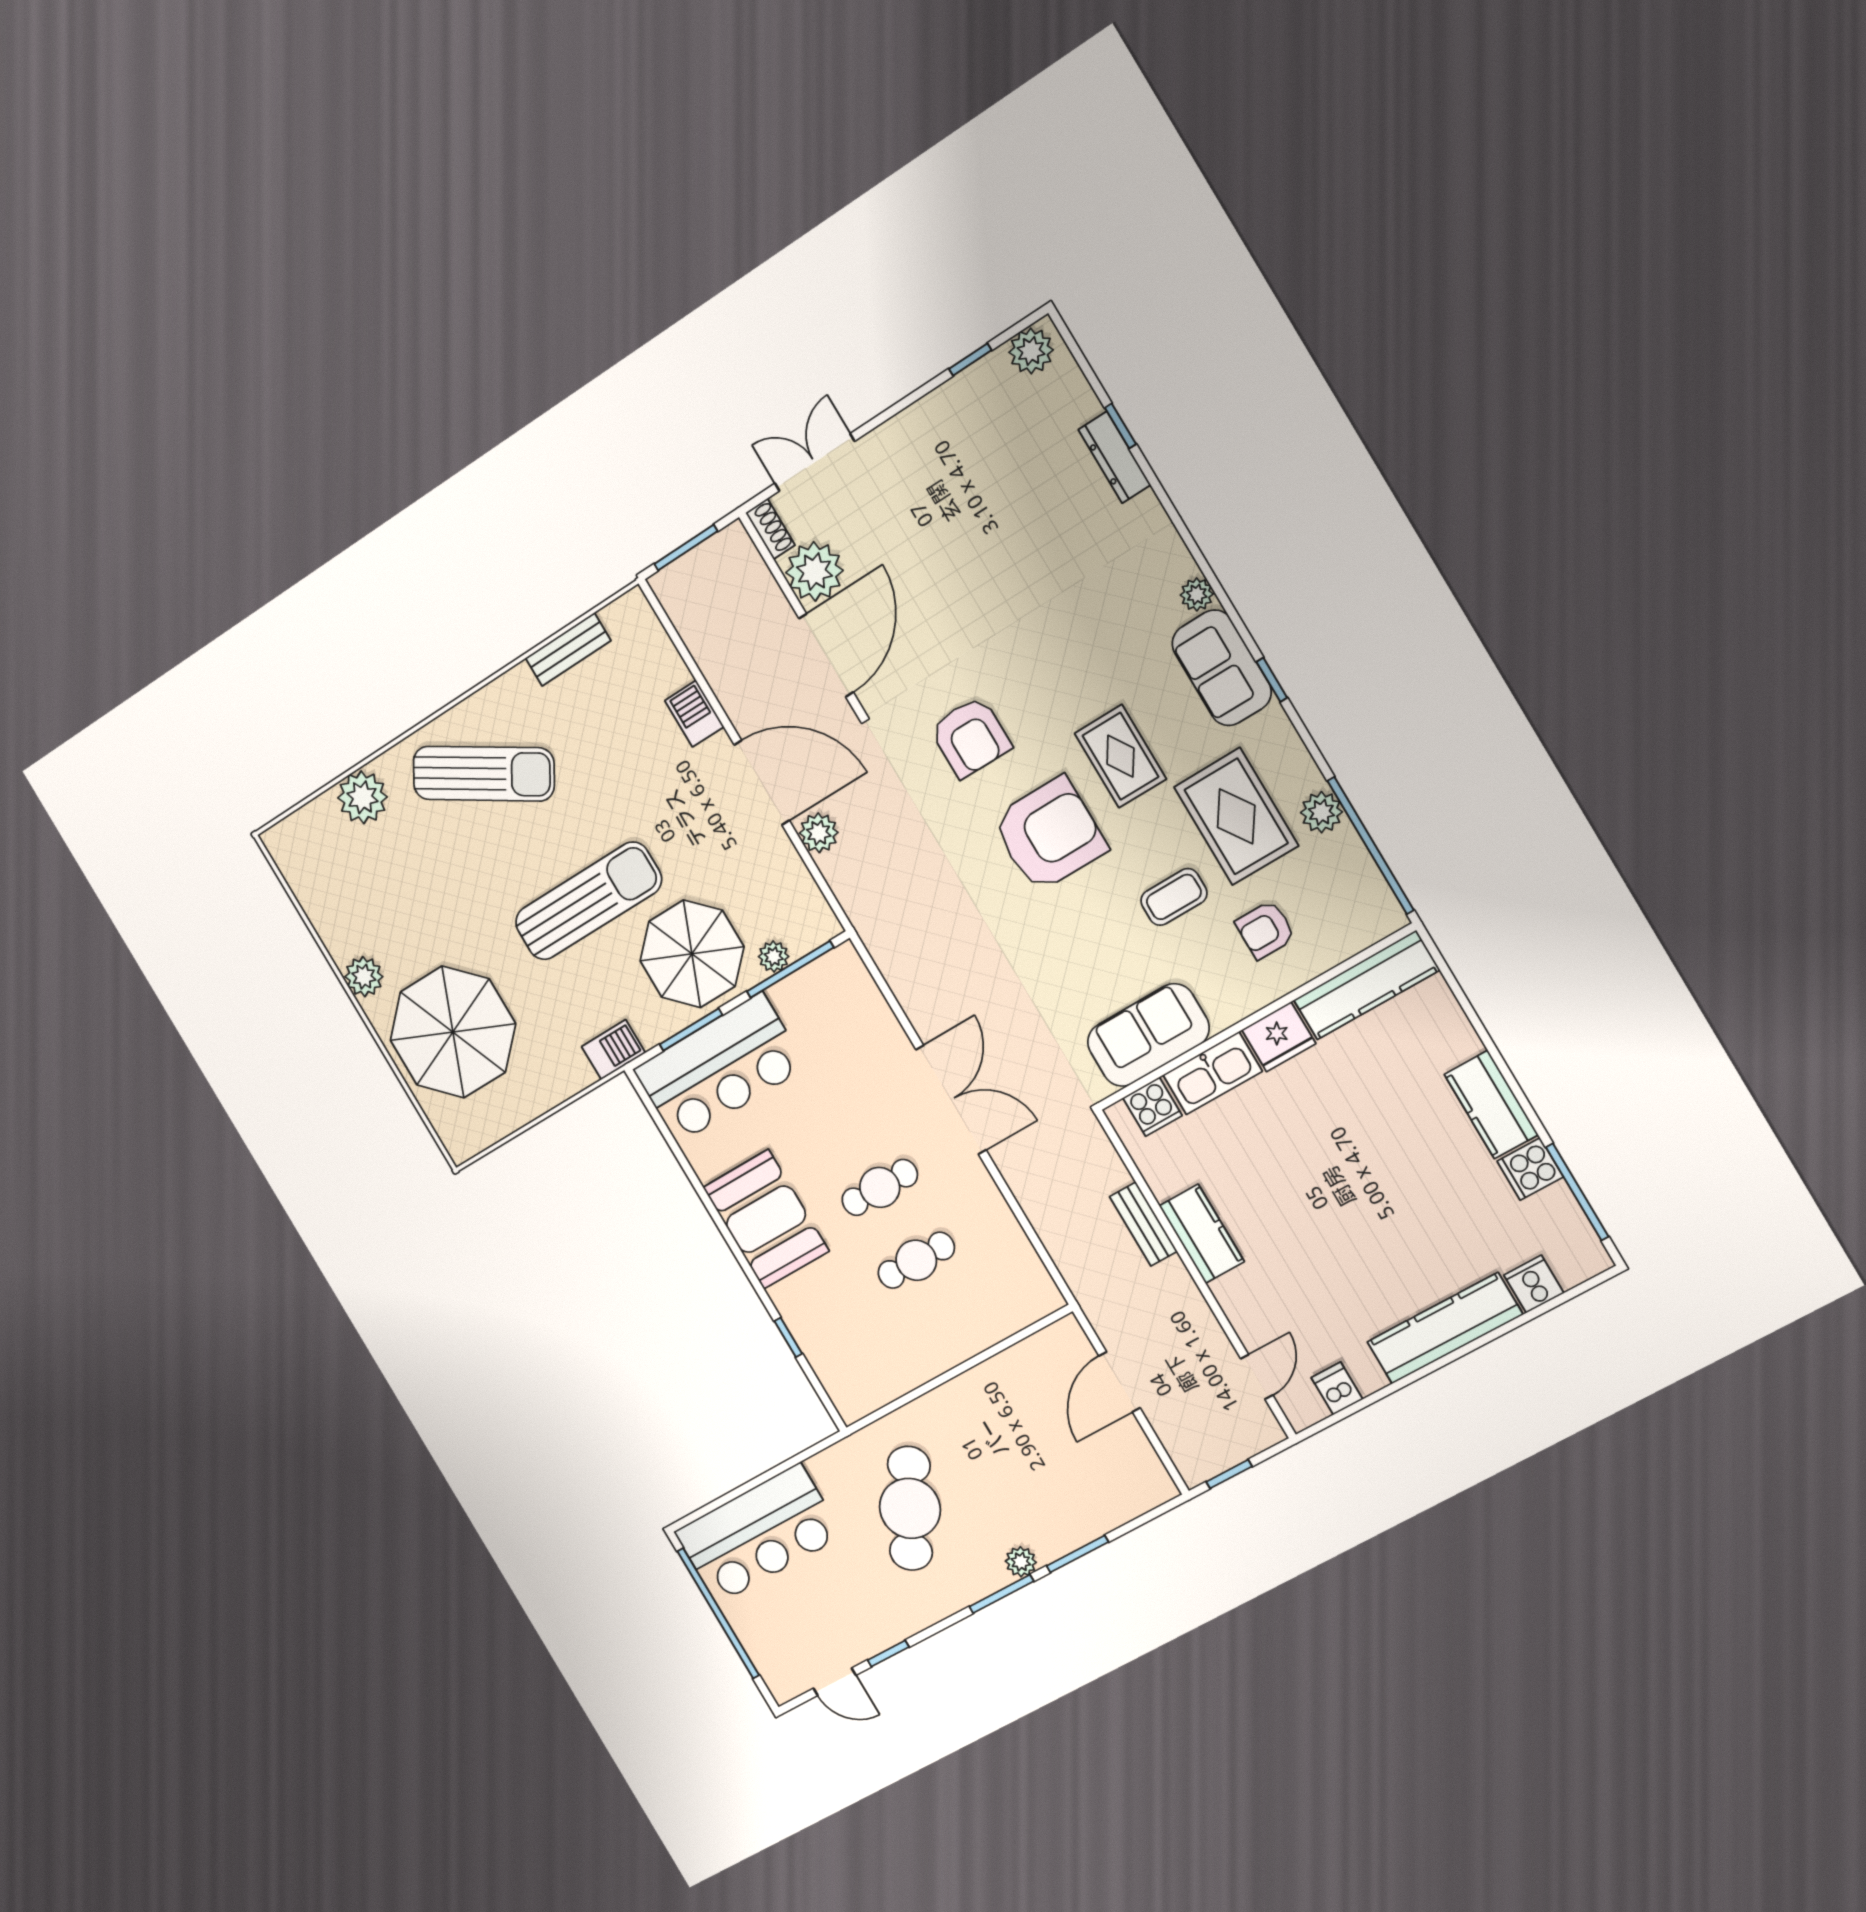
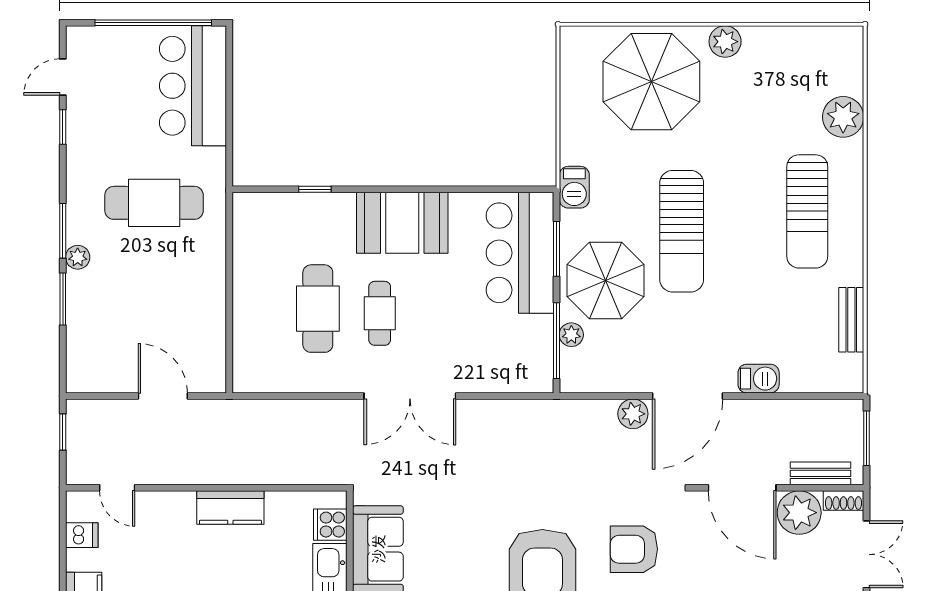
sun lounger: (484, 774) -> (807, 211), turned -32
bench: (1143, 1224) -> (820, 473), moved
cafe table: (916, 1260) -> (318, 309), width x1.37, depth x1.35
cafe table: (910, 1508) -> (154, 203), turned -30

